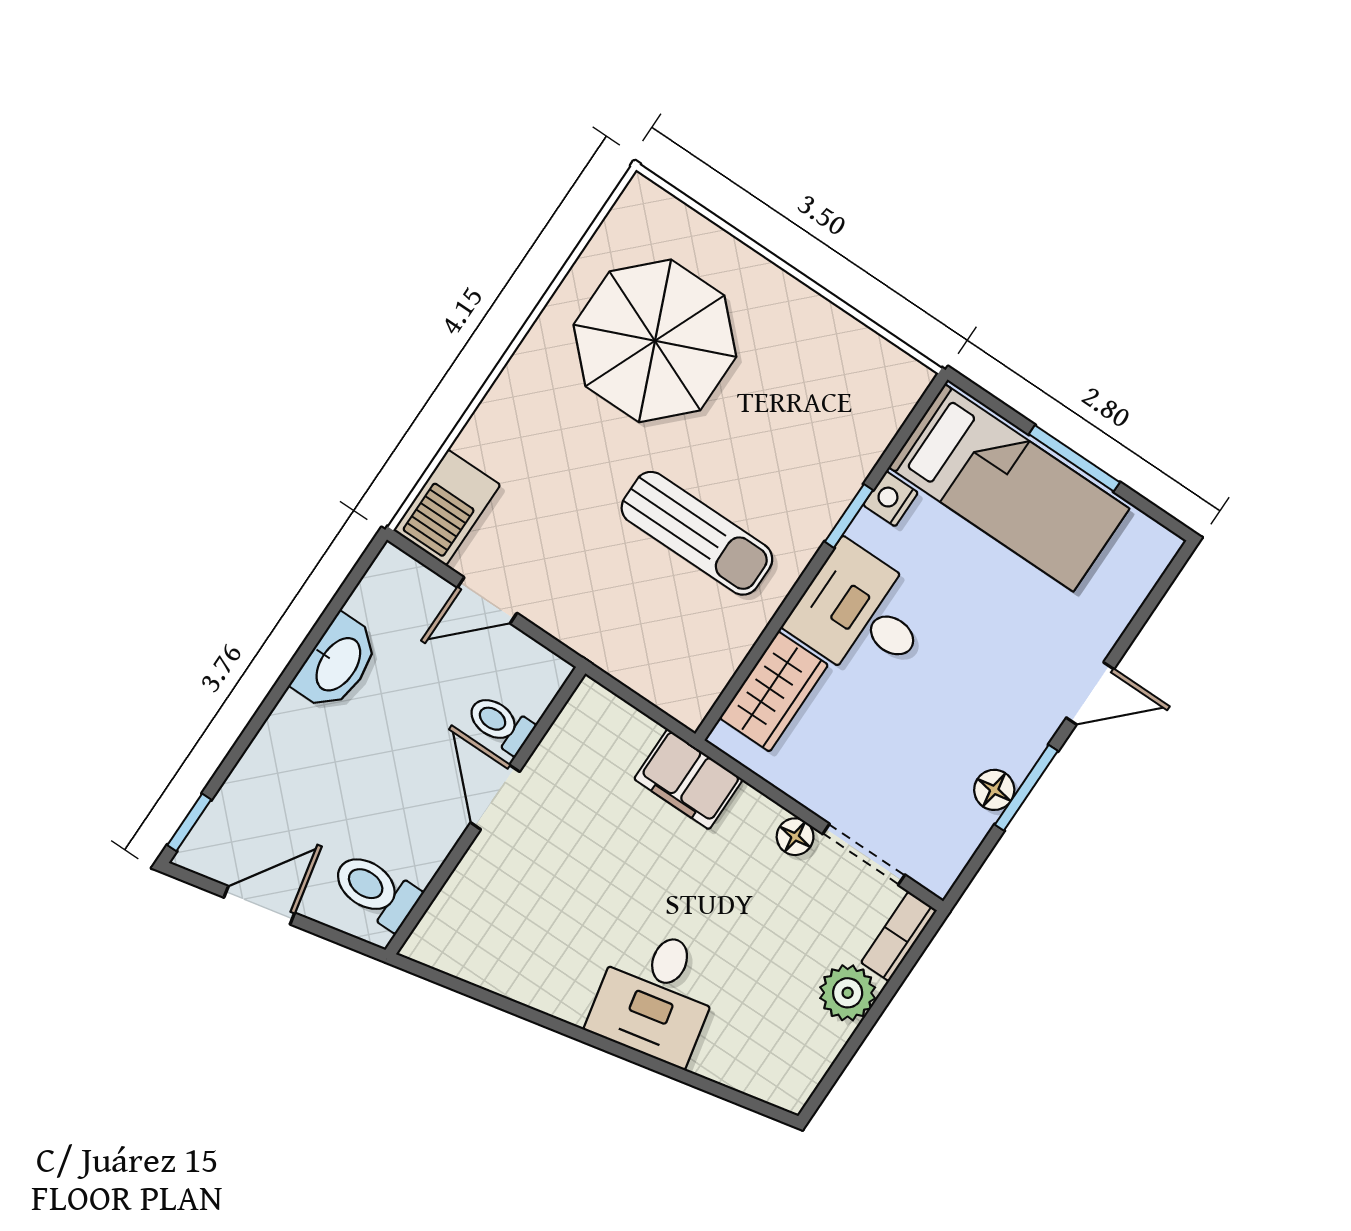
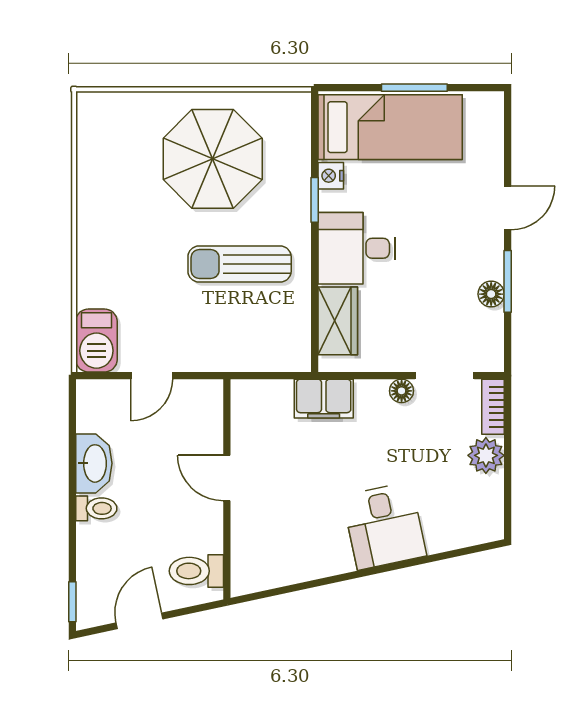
parasol: (655, 341) -> (213, 159), moved
sun lounger: (697, 533) -> (240, 264), turned 180
toilet: (500, 724) -> (96, 508), moved, turned 180

